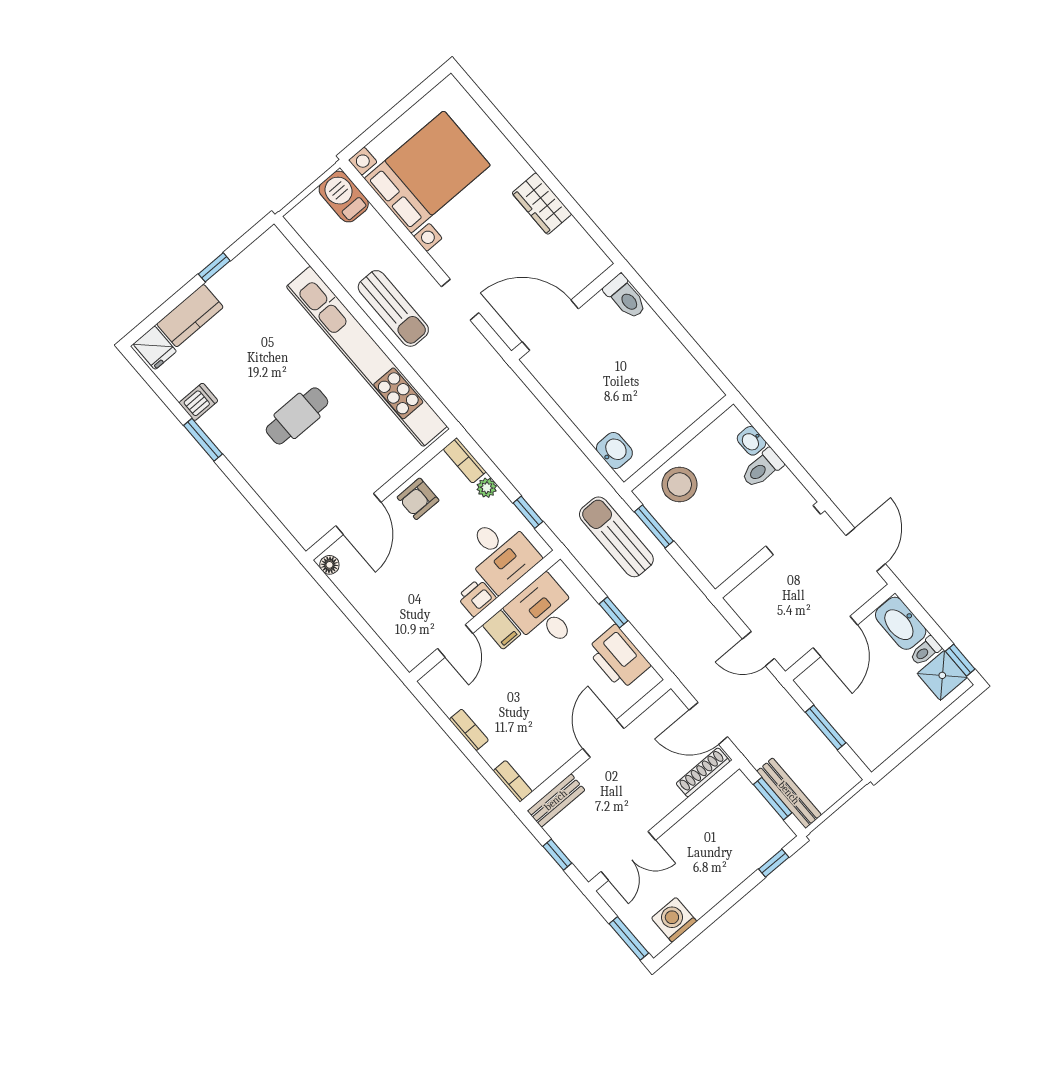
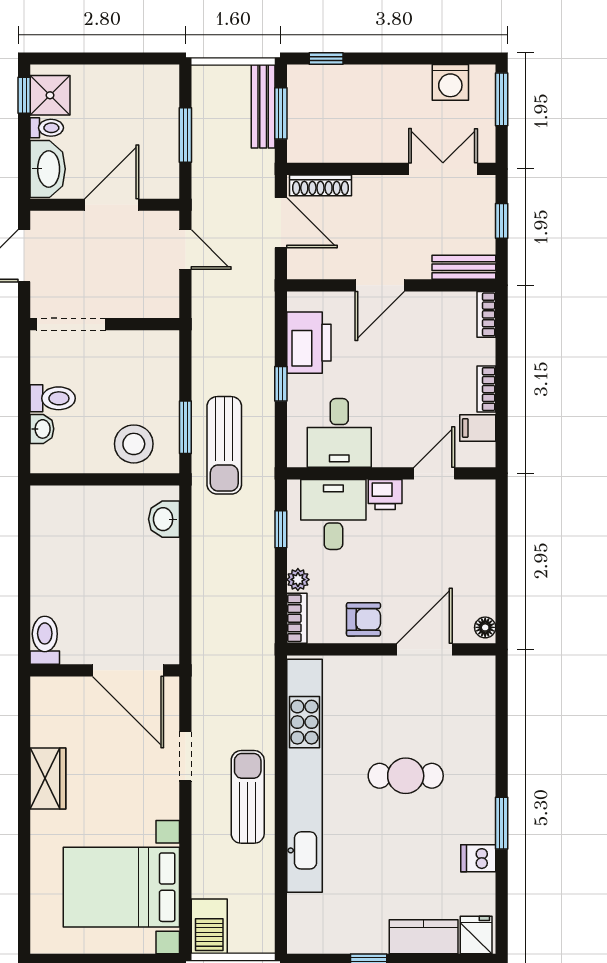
filing cabinet: (502, 630) -> (478, 428), moved, turned -90

